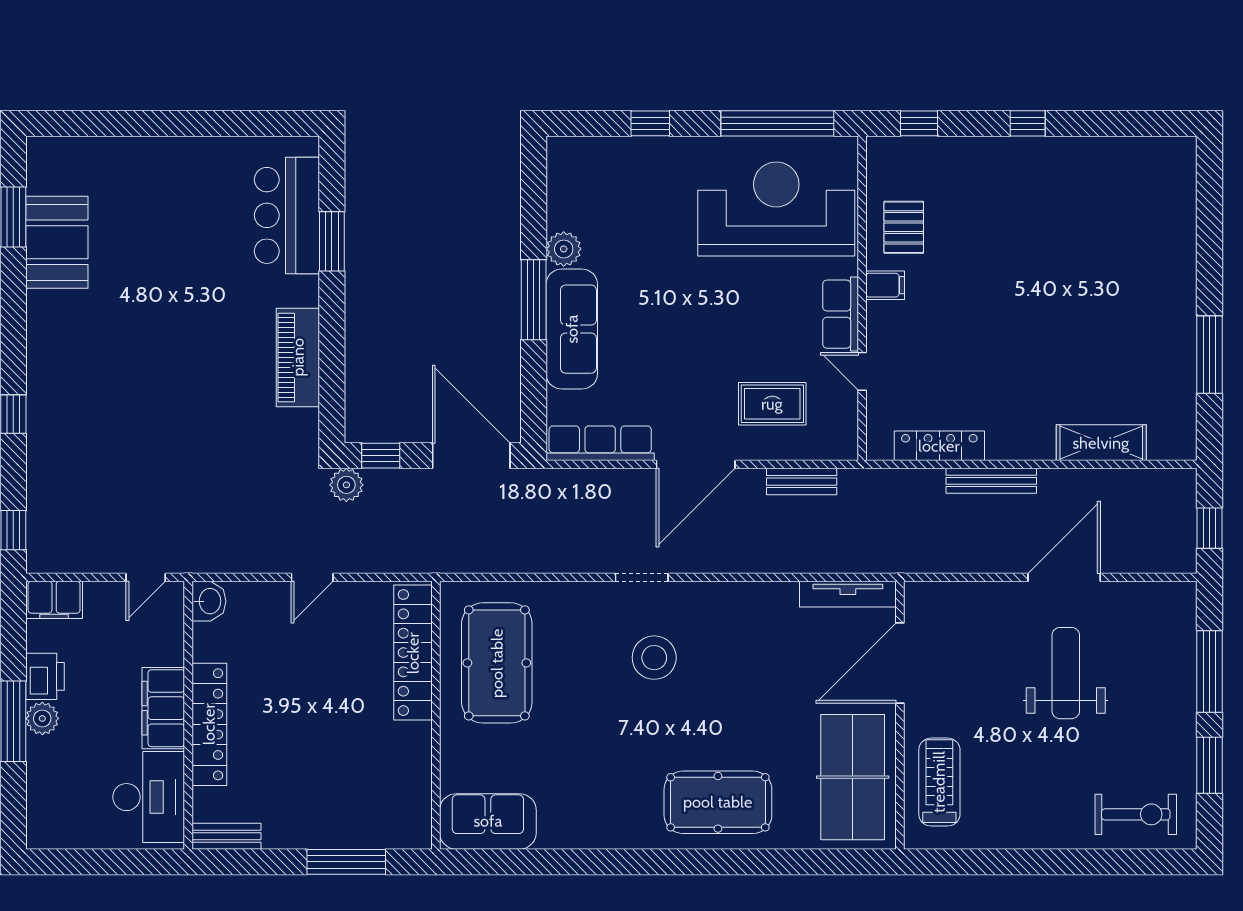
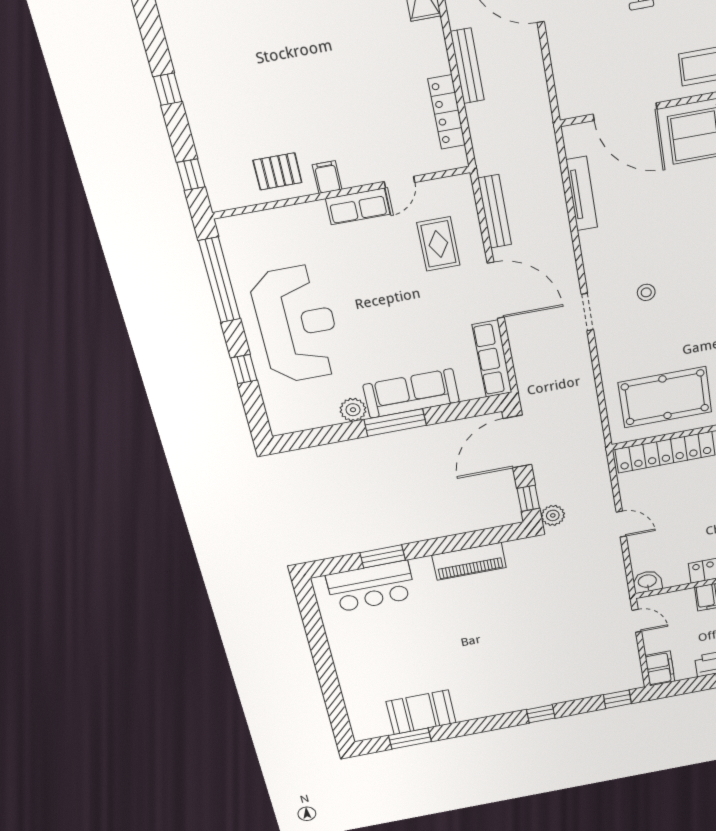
reception desk: (776, 209) -> (297, 324), moved, turned 180
bench: (802, 482) -> (495, 212), width x1.36
tv unit: (848, 594) -> (582, 194), moved
stool: (654, 658) -> (646, 292), width x0.53, depth x0.53

